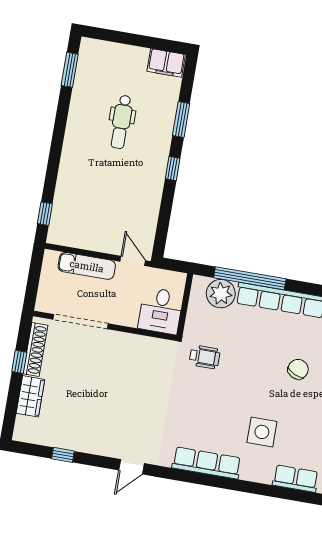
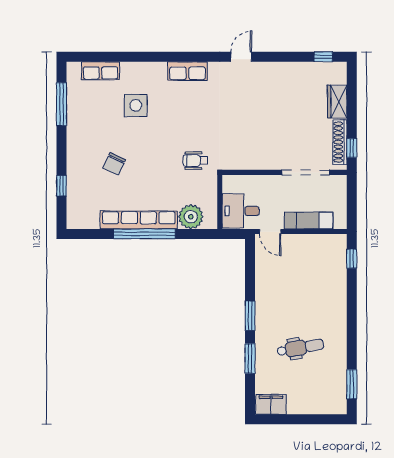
dental chair: (121, 122) -> (300, 348), turned 80
window: (173, 169) -> (250, 316), width x1.50
window: (250, 278) -> (144, 234), moved
desk: (161, 311) -> (241, 211), moved, turned -90
window: (19, 362) -> (352, 148), moved
window: (63, 455) -> (323, 57), moved
row of seats: (207, 463) -> (187, 71), width x0.68

